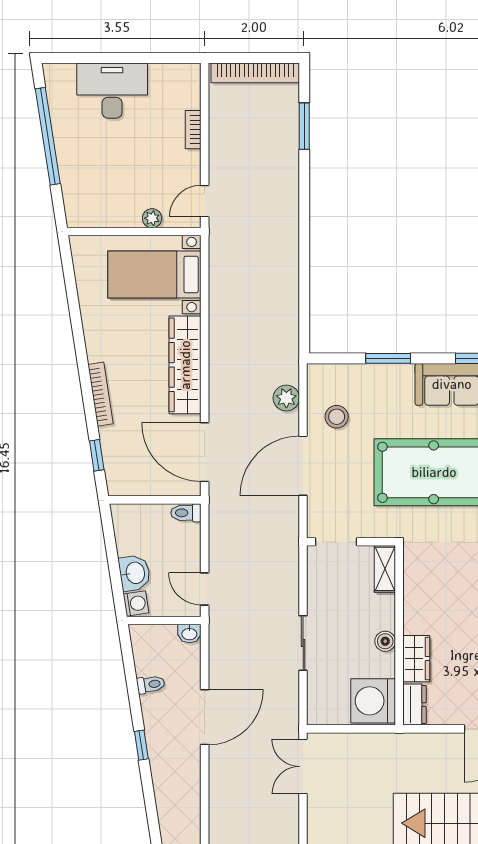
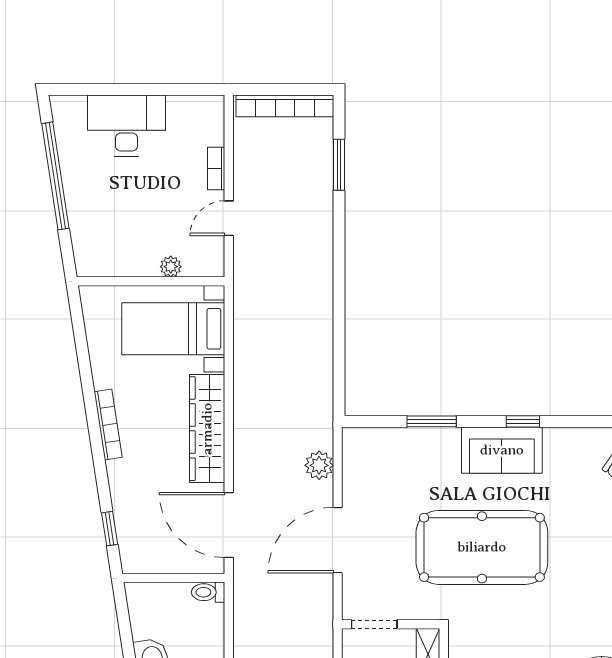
door: (205, 201) -> (229, 218), moved
bookcase: (101, 394) -> (108, 425), moved
stool: (337, 417) -> (375, 486), removed

